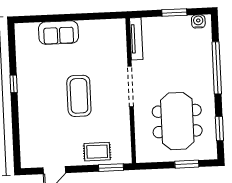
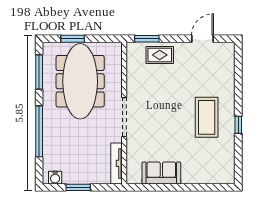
sofa: (58, 33) -> (161, 173), moved
coffee table: (79, 96) -> (207, 117), moved
meeting table: (177, 121) -> (80, 81), width x1.36
window: (219, 129) -> (39, 72), width x1.44

